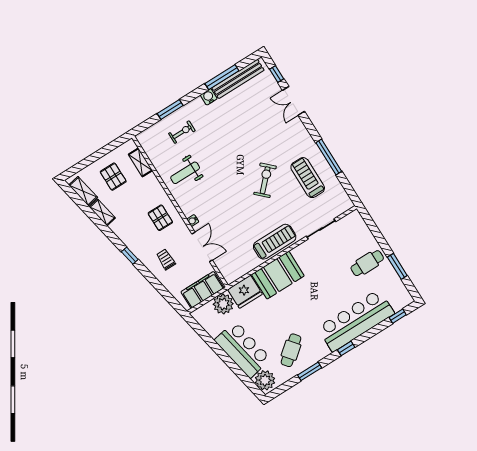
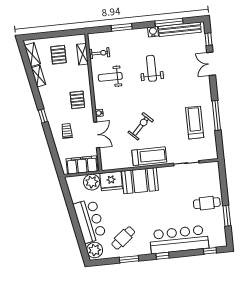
exercise bike: (182, 132) -> (100, 53), moved
weight bench: (228, 140) -> (151, 68), added
exercise bike: (265, 180) -> (141, 126), moved

